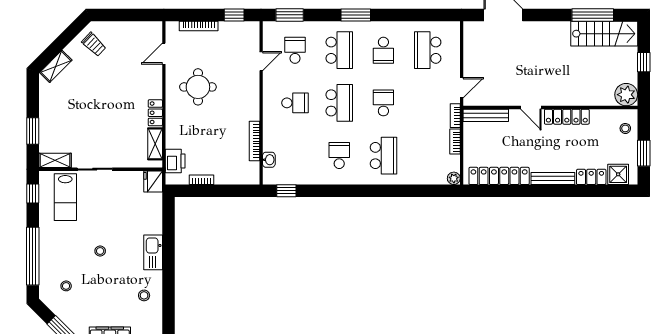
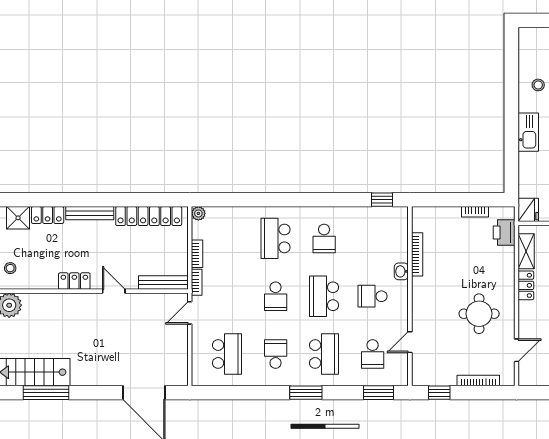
school desk: (339, 50) -> (324, 354), turned 180
locker: (567, 117) -> (74, 281), width x0.66
washbasin: (269, 160) -> (401, 271), moved

